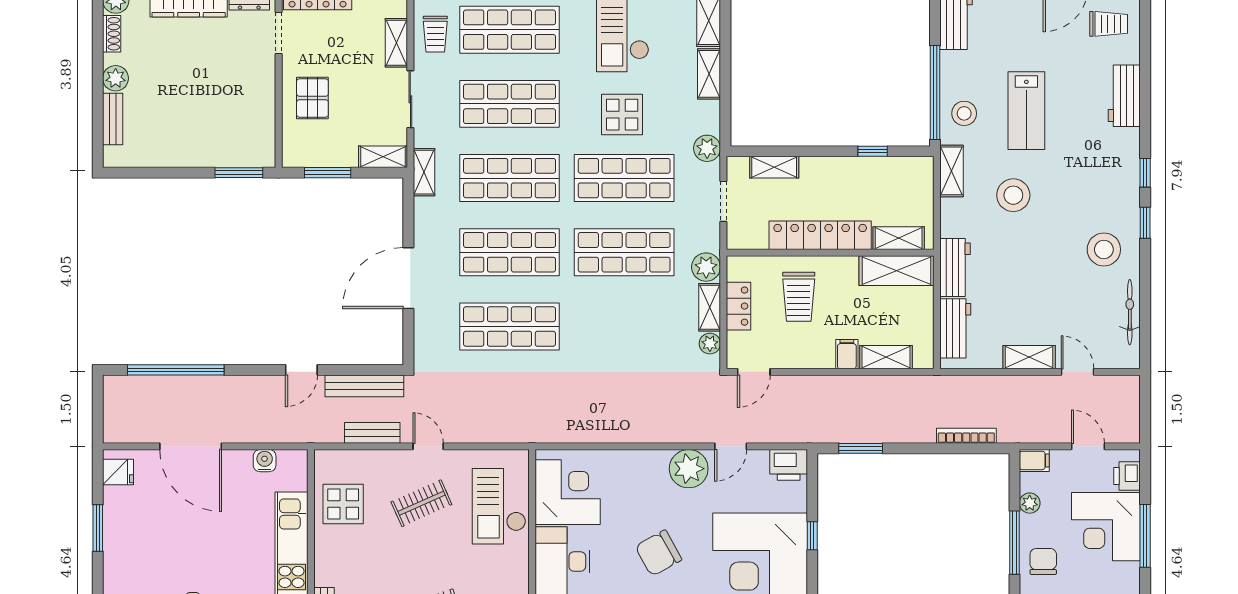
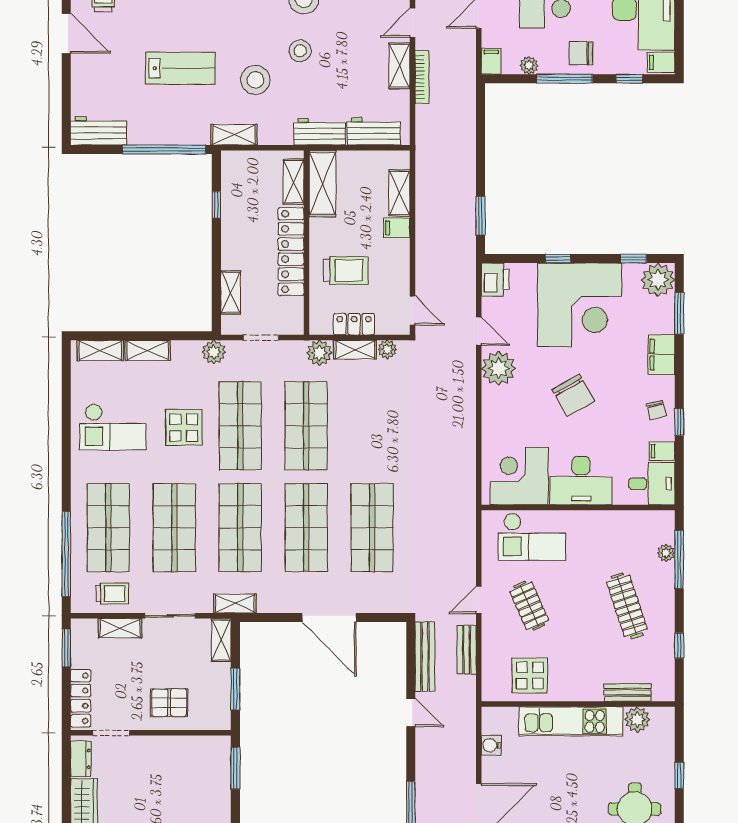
stool: (964, 113) -> (300, 51), moved
bookcase: (966, 436) -> (422, 77), moved, turned 180

